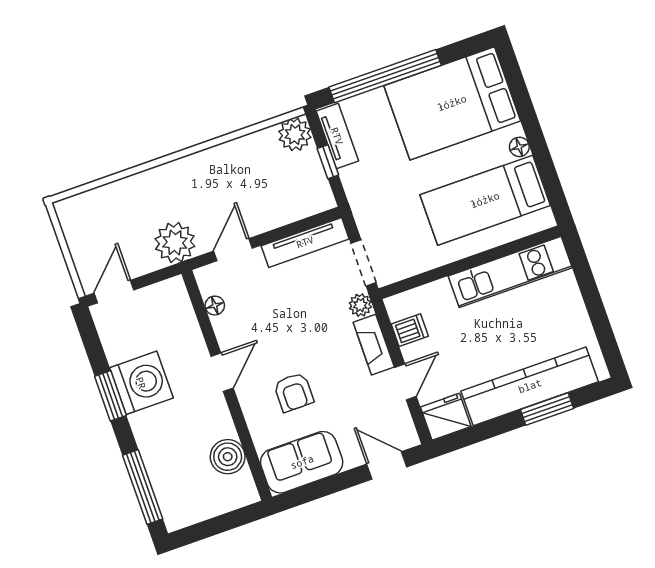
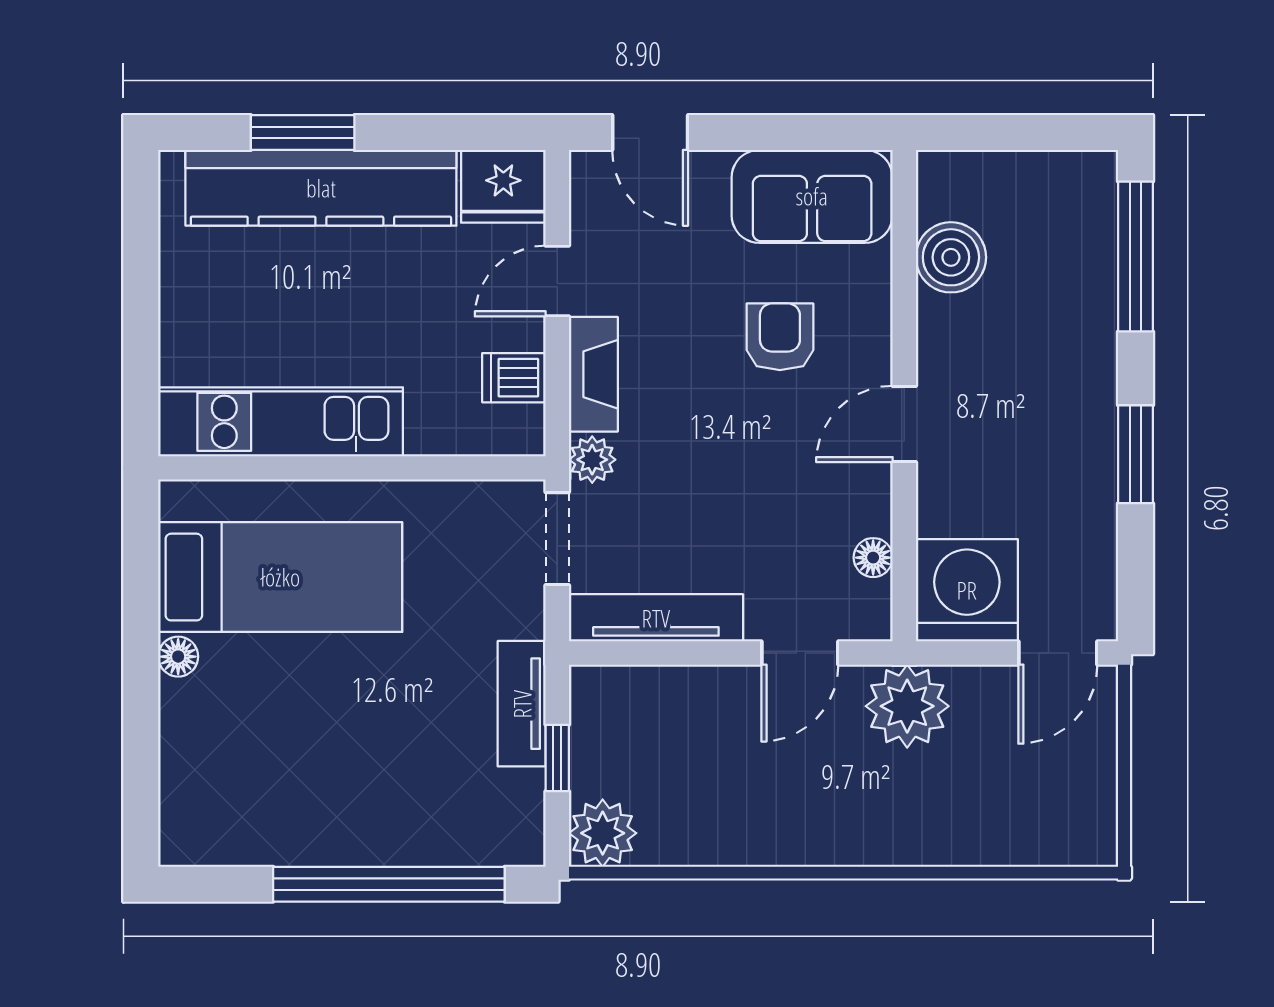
bed: (452, 103) -> (278, 786), removed
tv unit: (337, 136) -> (522, 704), moved
washing machine: (141, 383) -> (967, 590), moved, turned 90

